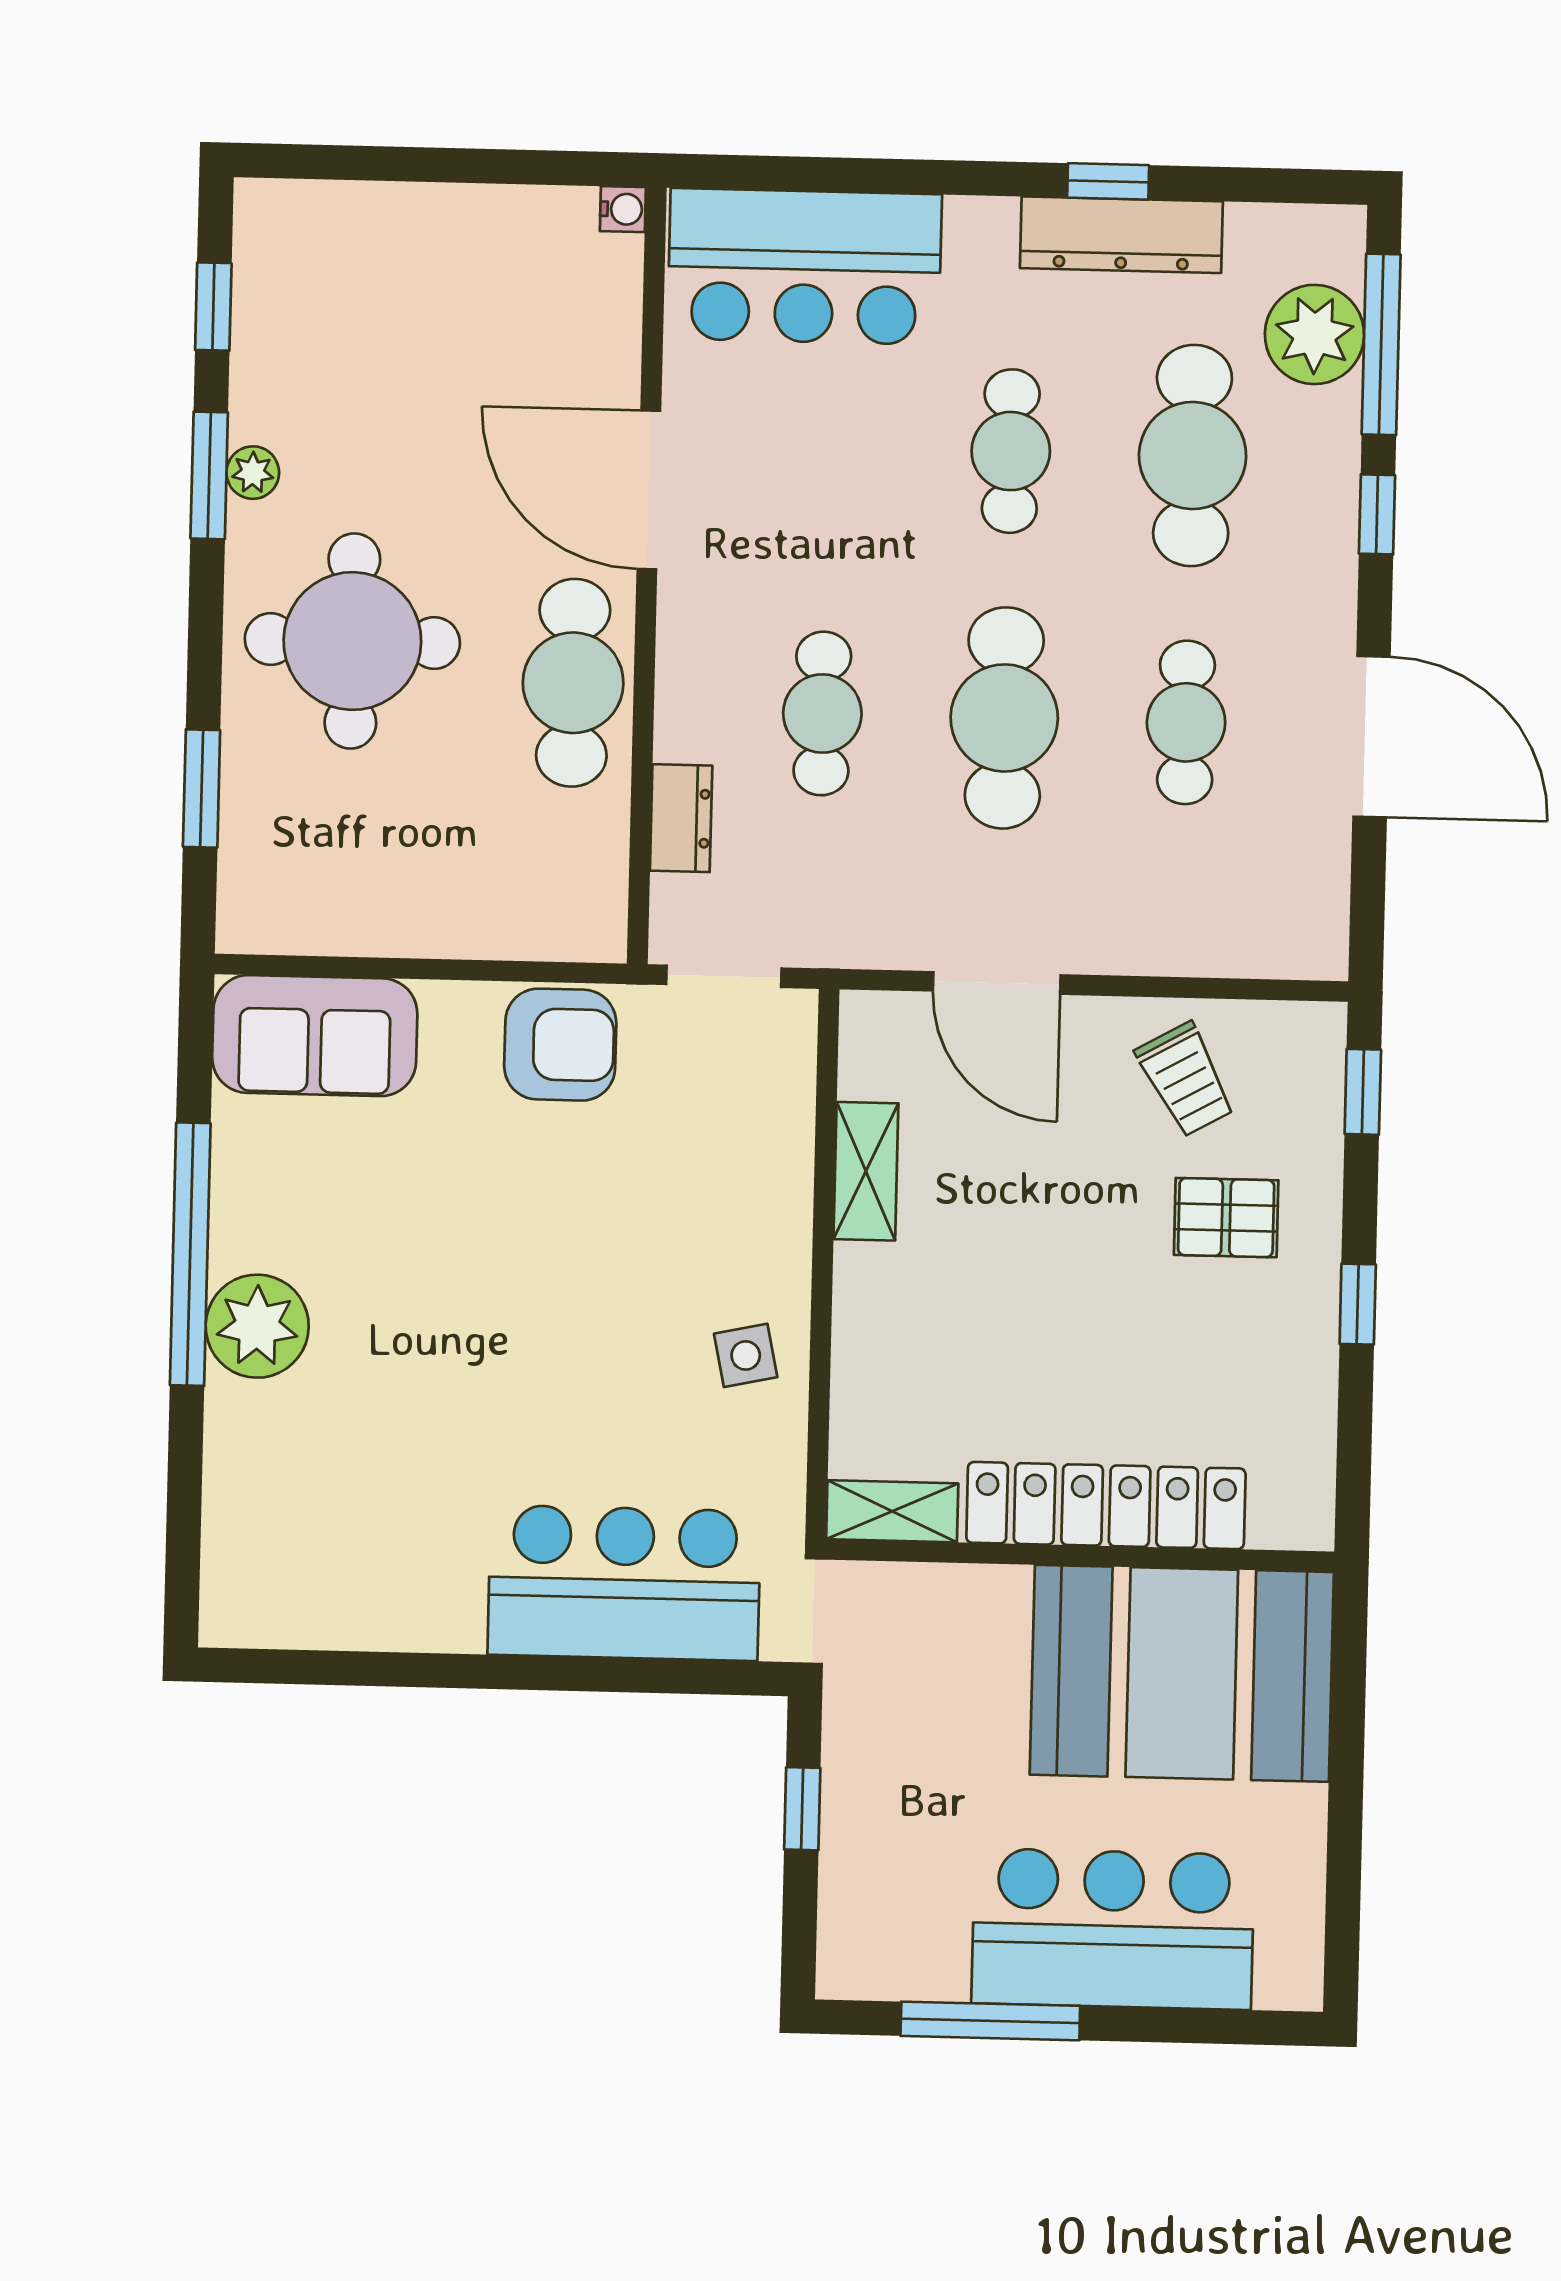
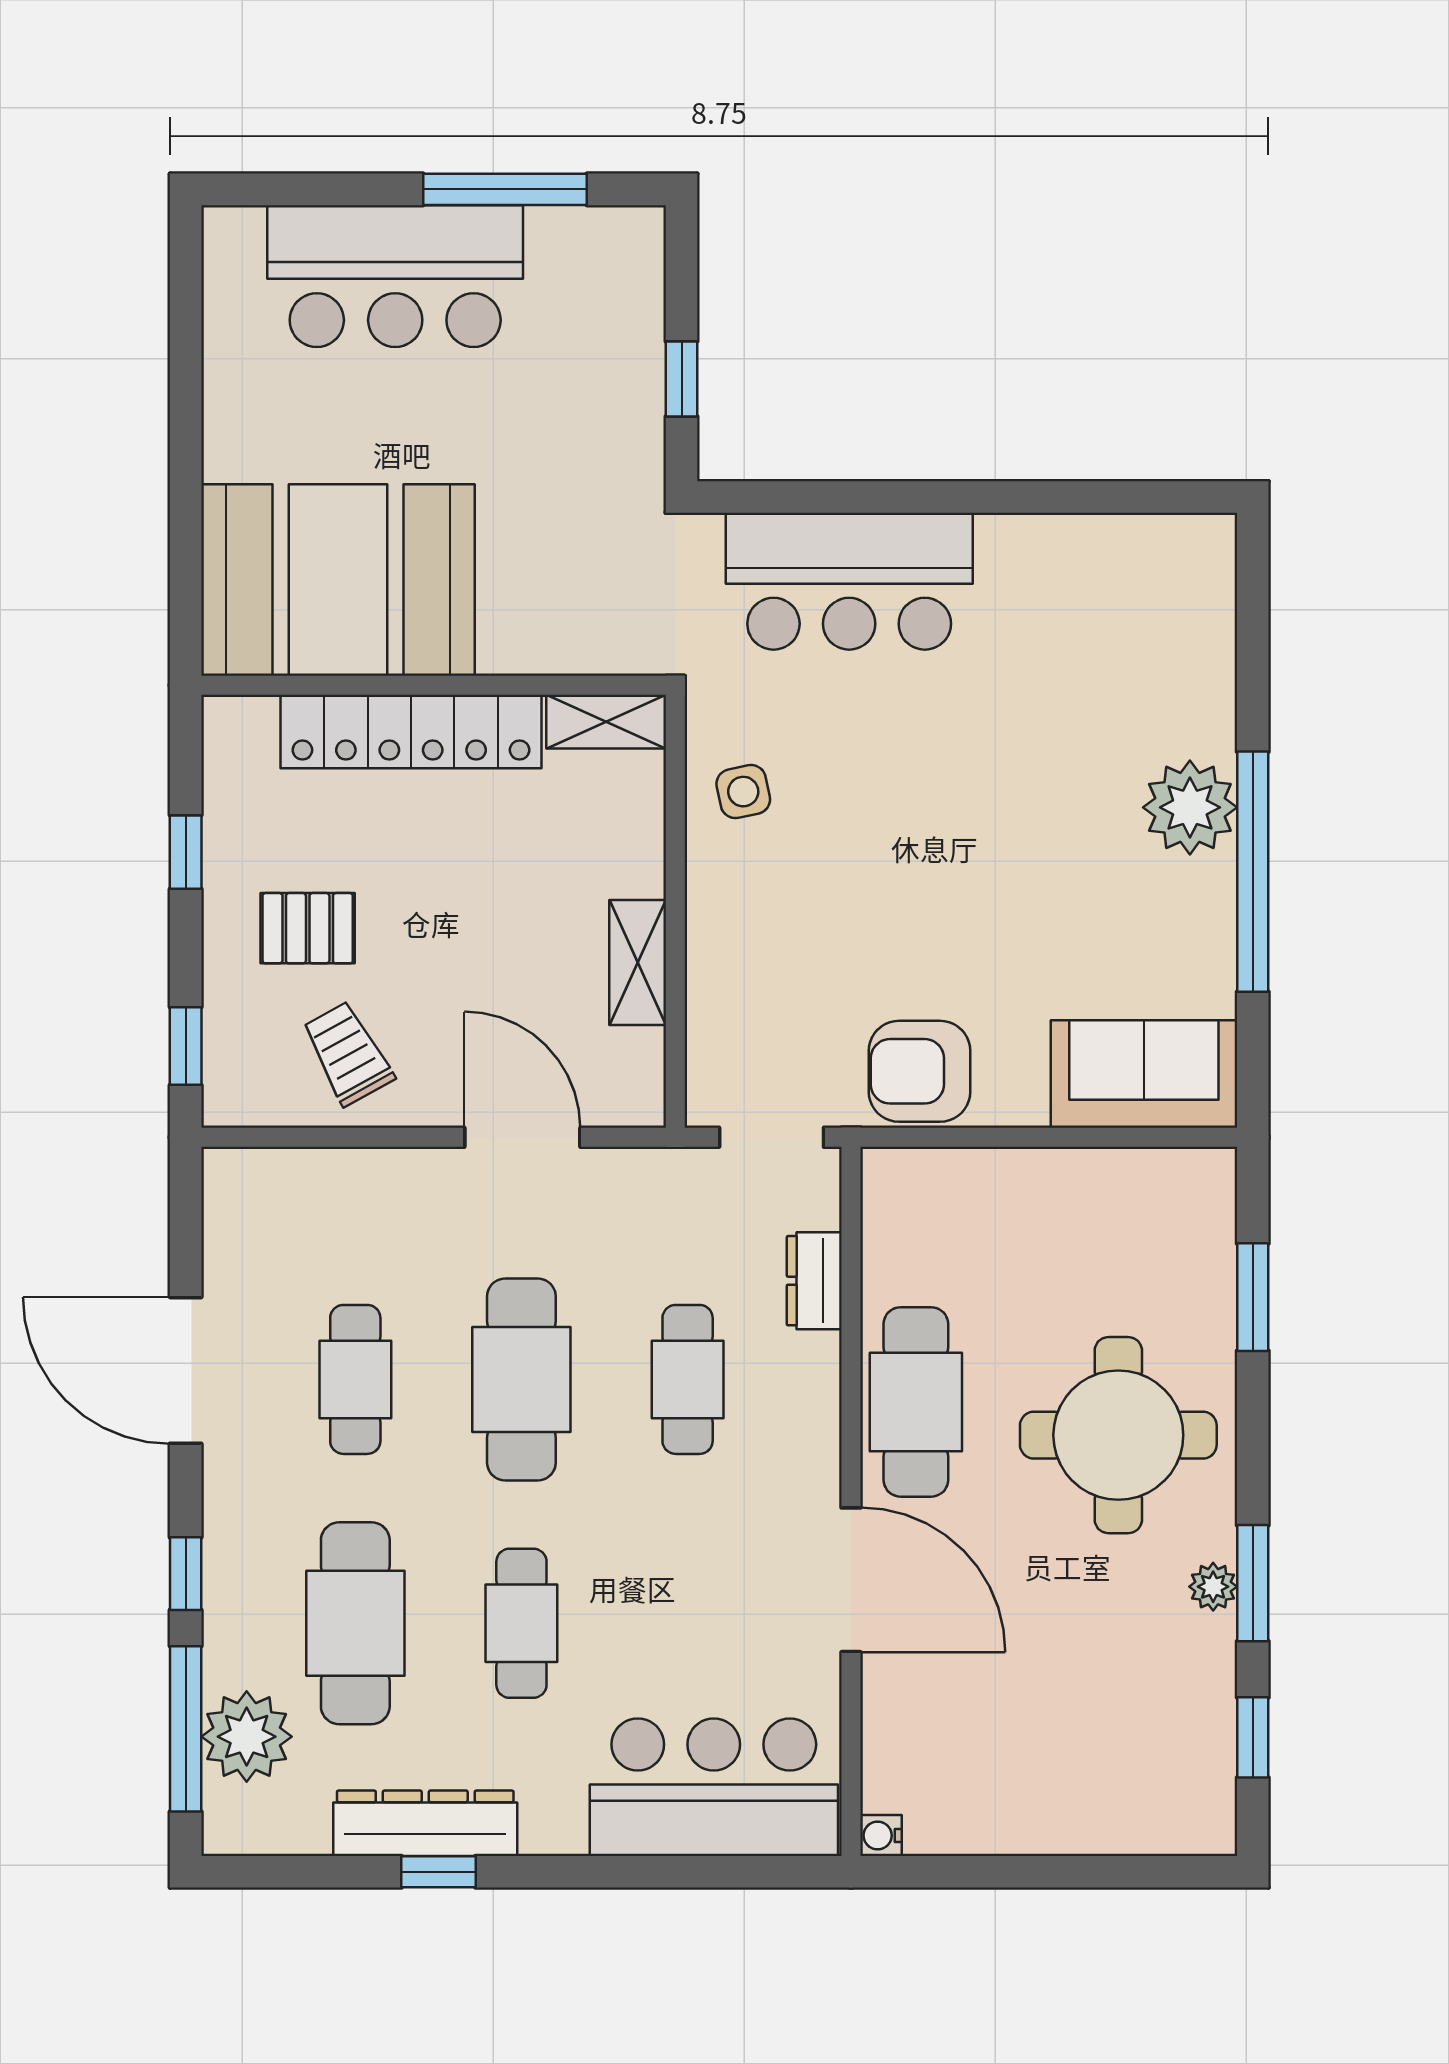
locker: (1106, 1506) -> (411, 732), moved
shelving: (892, 1511) -> (606, 722), moved
wall: (1080, 1556) -> (434, 685), moved
booth: (1182, 1673) -> (338, 580), moved

